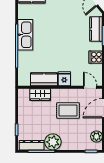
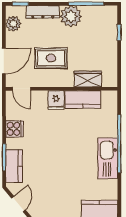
dresser: (32, 145) -> (43, 12), moved

